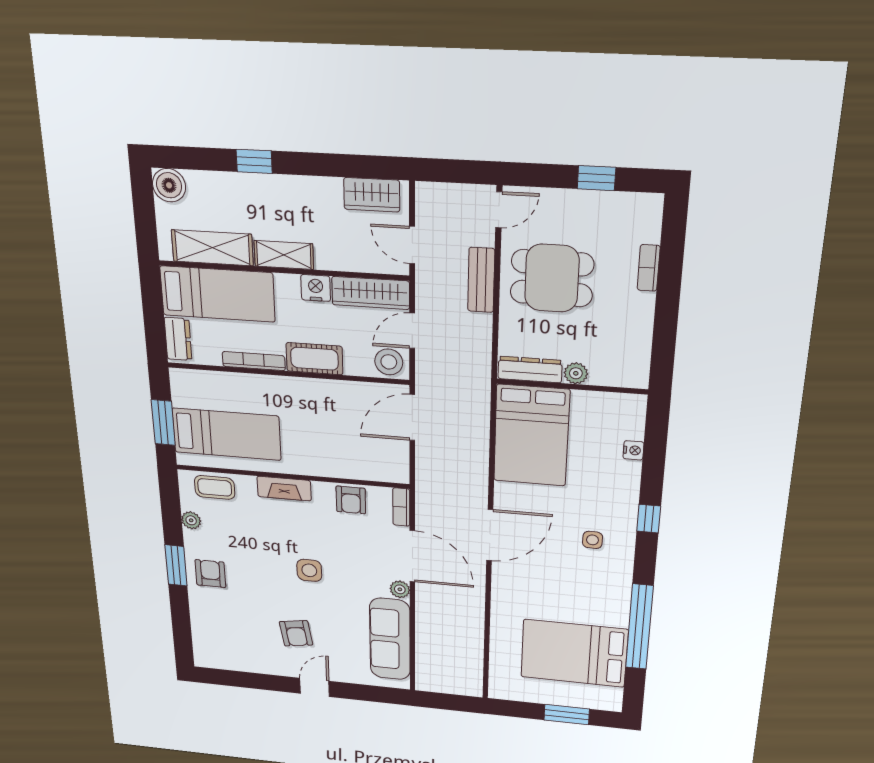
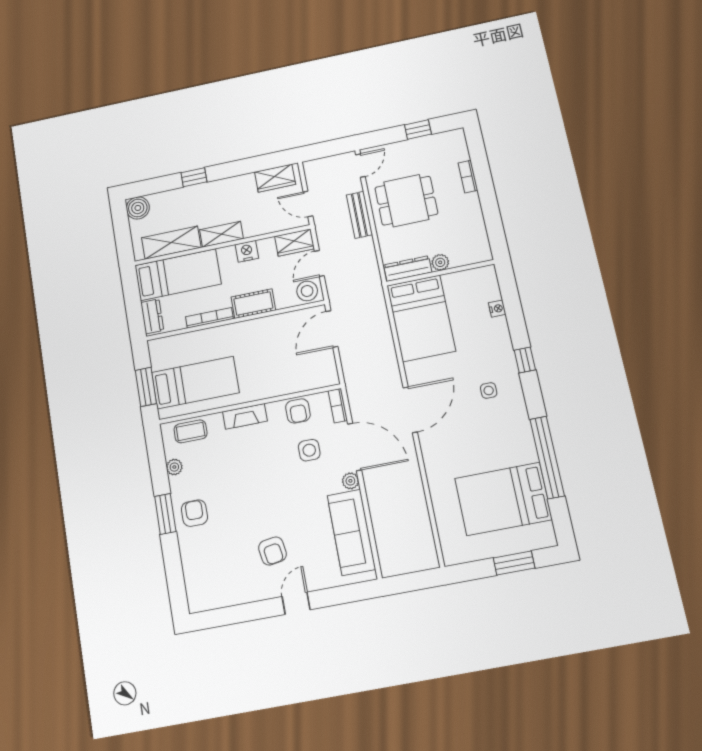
wardrobe: (371, 293) -> (295, 243), width x0.67
side table: (309, 570) -> (309, 450), moved

